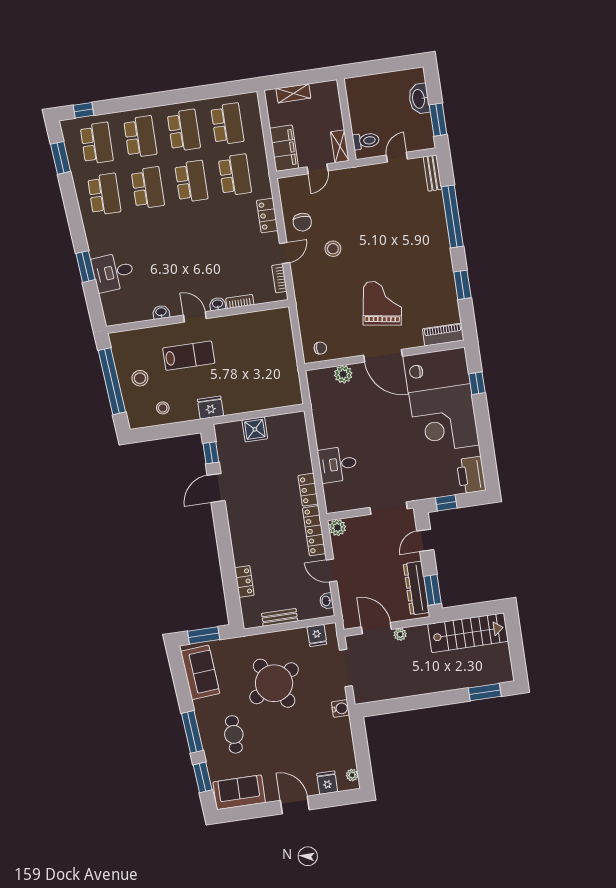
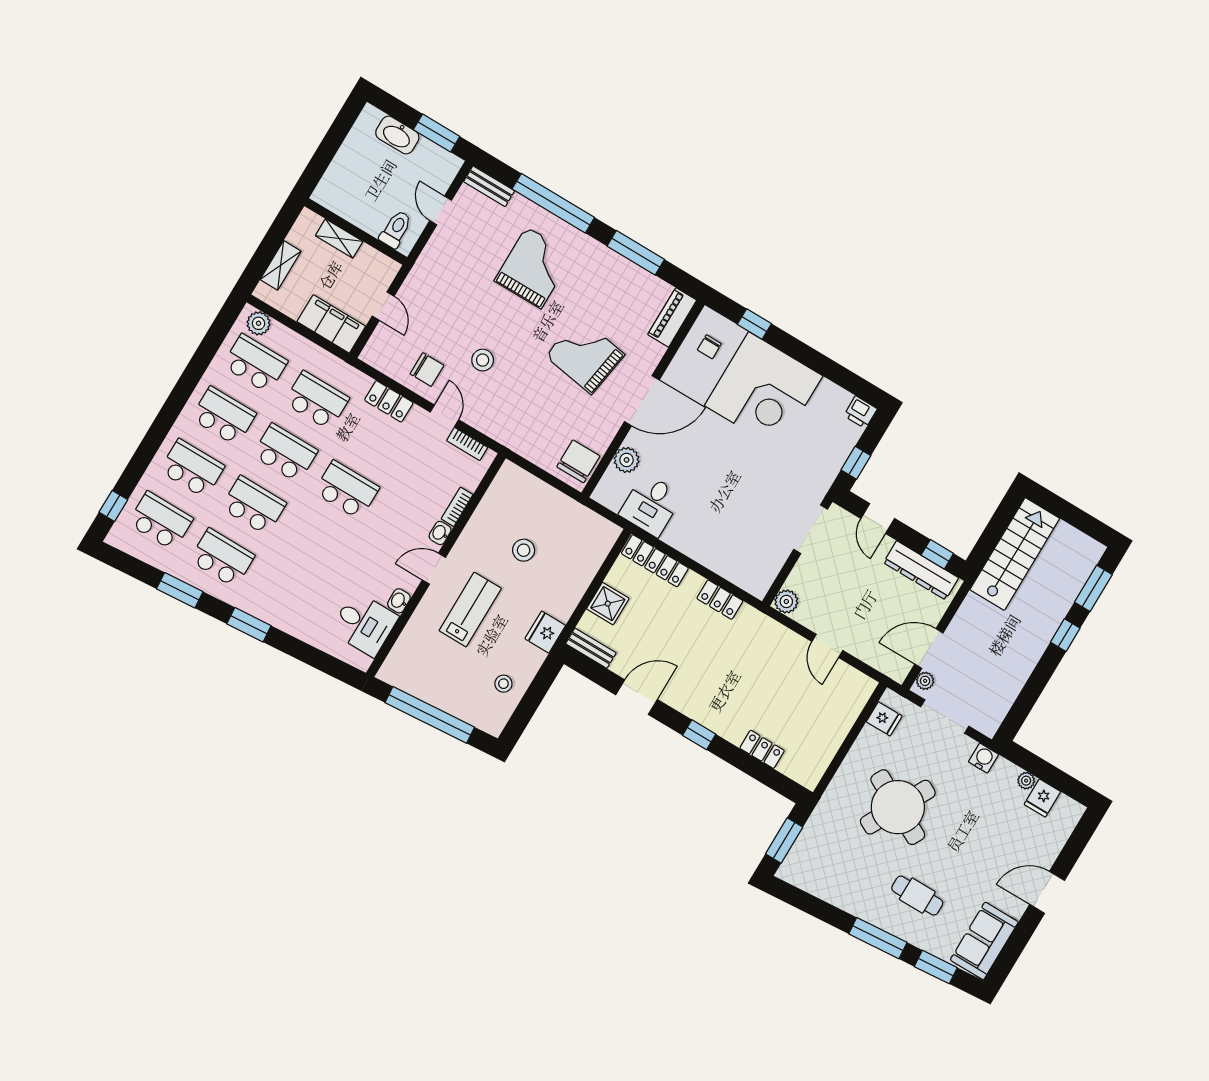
plant: (251, 108) -> (259, 323), added
shelving: (340, 146) -> (339, 238), moved
window: (61, 158) -> (180, 590), moved
school desk: (199, 232) -> (347, 490), added
grand piano: (408, 235) -> (534, 268), added
window: (85, 267) -> (249, 625), moved
desk: (113, 272) -> (364, 624), moved, turned -85
window: (462, 285) -> (636, 253), width x1.44
chair: (320, 348) -> (578, 461), width x1.87, depth x1.87
chair: (416, 372) -> (709, 347), moved
stool: (140, 378) -> (524, 550), moved
window: (211, 453) -> (699, 735), moved
desk: (338, 464) -> (651, 505), moved
printer: (471, 475) -> (861, 412), width x0.53, depth x0.68
door: (216, 488) -> (637, 697), swing flipped
locker: (314, 531) -> (655, 561), moved
door: (331, 571) -> (827, 646), hinge flipped
window: (433, 590) -> (937, 554), width x0.67
washbasin: (326, 601) -> (855, 678), removed
bench: (280, 617) -> (591, 648), moved, turned 90
plant: (400, 634) -> (925, 681), moved
sofa: (200, 672) -> (821, 877), removed
round table: (274, 683) -> (898, 807), turned -32
window: (446, 698) -> (1065, 635), added
plant: (352, 775) -> (1026, 781), moved
fridge: (327, 783) -> (1042, 798), moved, turned -90

